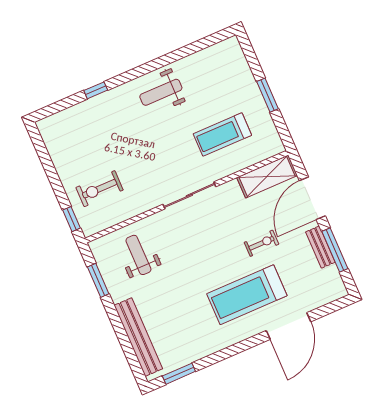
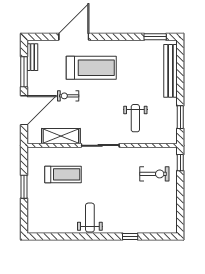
weight bench: (161, 92) -> (90, 218), turned -90
shelving: (267, 176) -> (61, 136), moved
bench: (320, 247) -> (32, 57), moved
weight bench: (138, 255) -> (135, 118), moved

